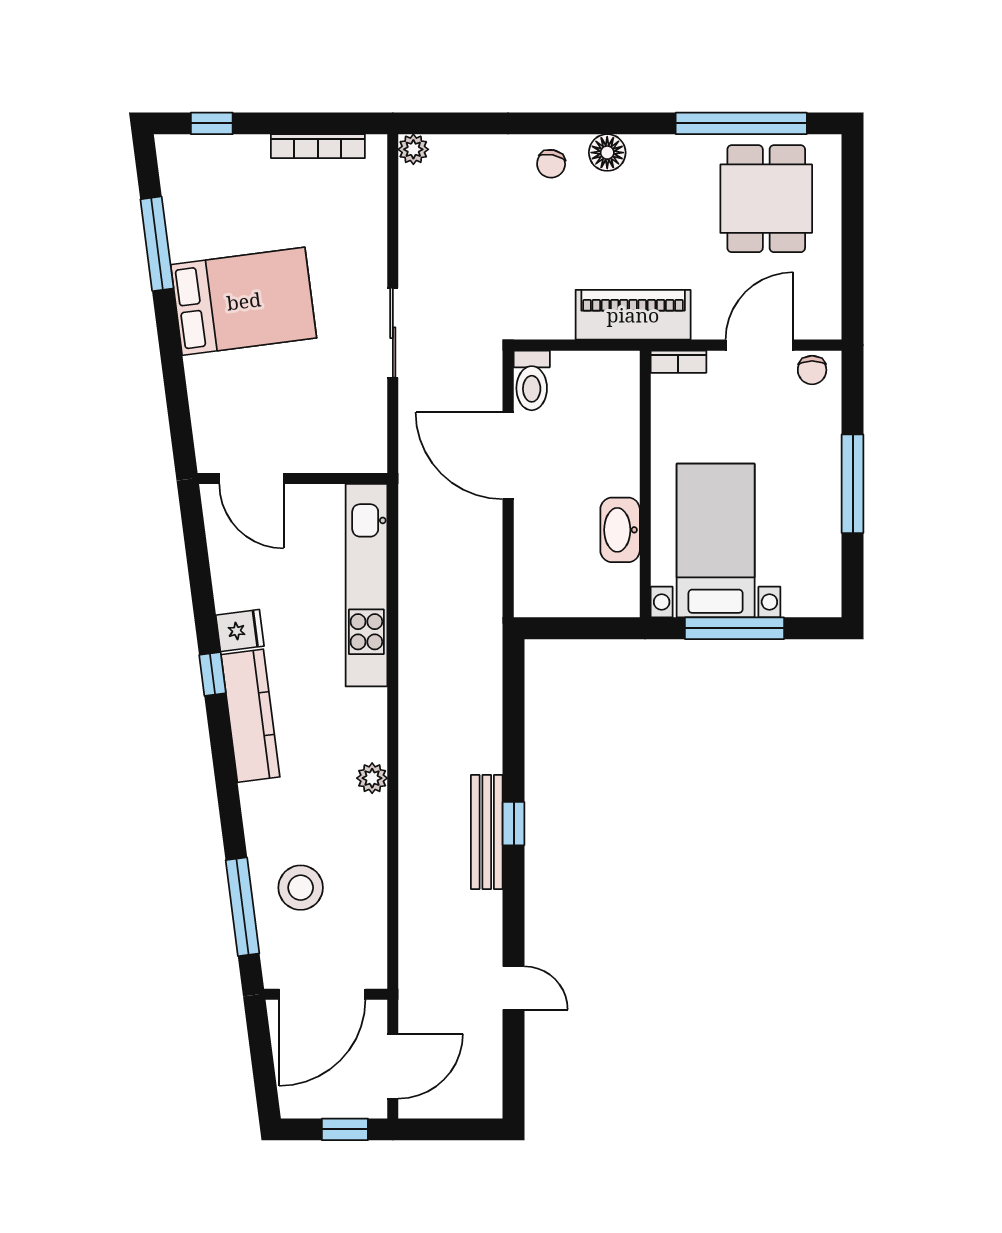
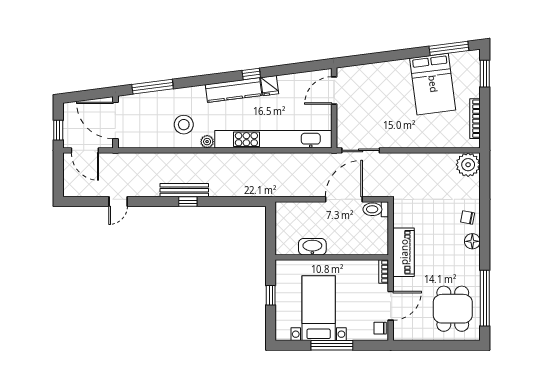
window: (212, 123) -> (485, 74), width x1.50
plant: (413, 149) -> (468, 165), width x1.88, depth x1.88
dining table: (766, 199) -> (453, 309), turned 90
window: (157, 244) -> (449, 48), moved
bed: (244, 301) -> (433, 84), moved
sliding door: (393, 333) -> (361, 150), moved
door: (759, 345) -> (391, 306), hinge flipped
bed with nightstands: (716, 541) -> (319, 308), moved, turned -90
kitchen unit: (366, 585) -> (273, 139), width x1.36
window: (735, 628) -> (271, 295), width x0.46
stool: (301, 888) -> (184, 125), moved

